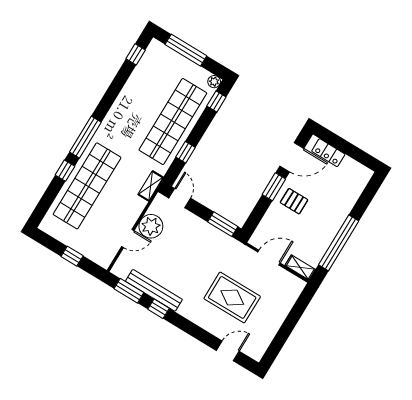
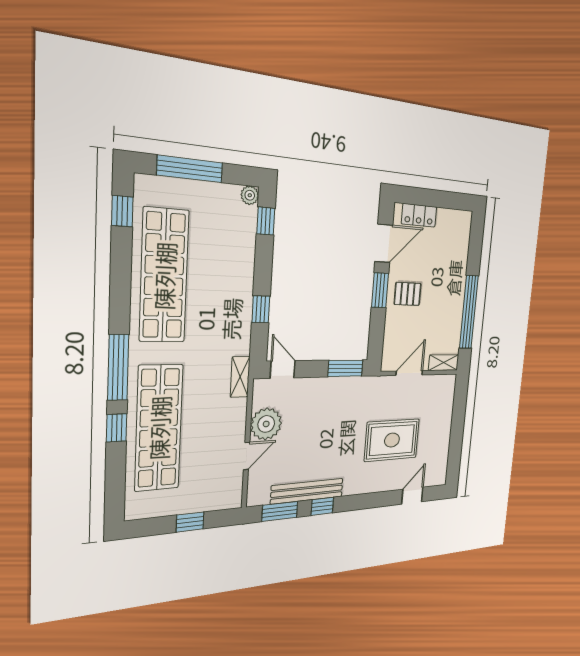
shop shelf: (173, 122) -> (164, 276), moved

